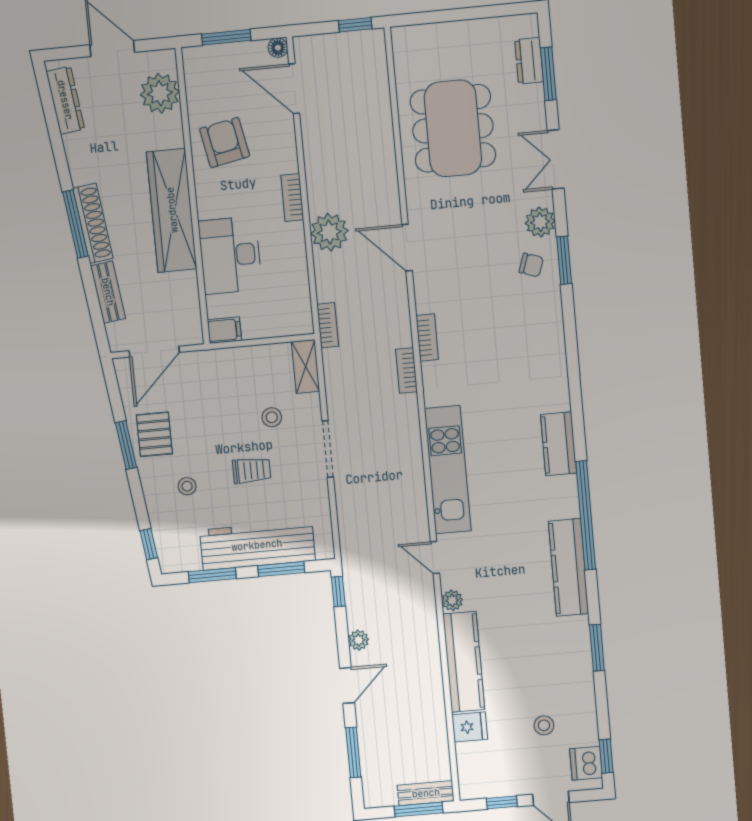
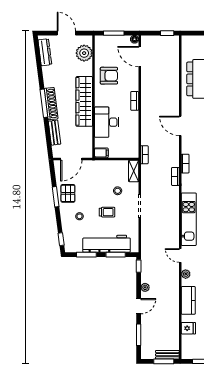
armchair: (225, 142) -> (109, 76), turned 101
plant: (329, 232) -> (149, 117), removed
kitchen counter: (464, 662) -> (188, 300), width x0.67

